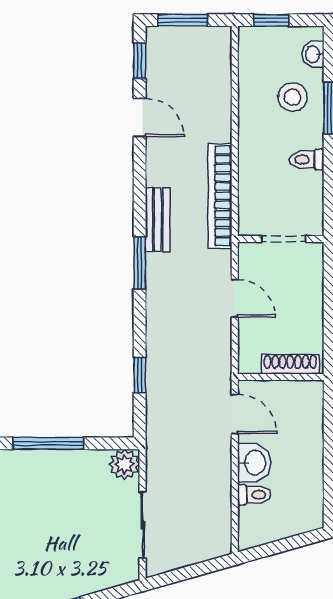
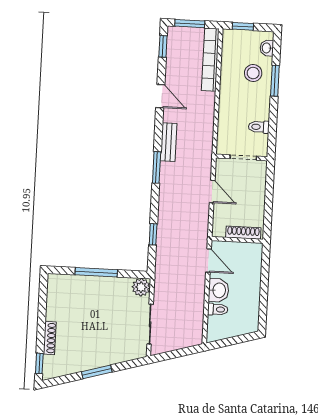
door: (140, 117) -> (160, 96), moved
toilet: (307, 160) -> (259, 127), moved
bookcase: (220, 196) -> (210, 60), moved

